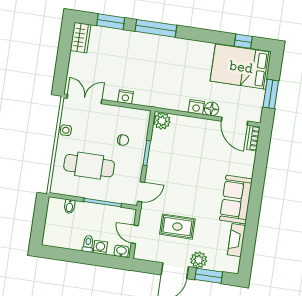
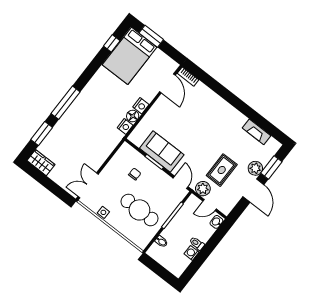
window: (271, 94) -> (151, 36), moved
nightstand: (125, 97) -> (125, 126), moved
floor lamp: (212, 109) -> (133, 116), moved
plant: (162, 121) -> (203, 189), moved
door: (235, 121) -> (167, 83), hinge flipped
cafe table: (89, 166) -> (139, 210), turned 90
sofa: (236, 200) -> (162, 152), moved, turned 180
washing machine: (100, 247) -> (192, 253), moved

